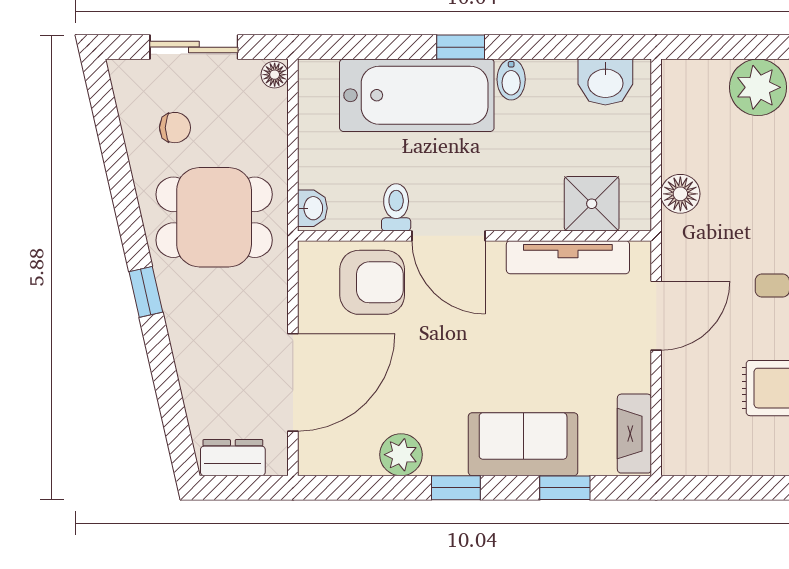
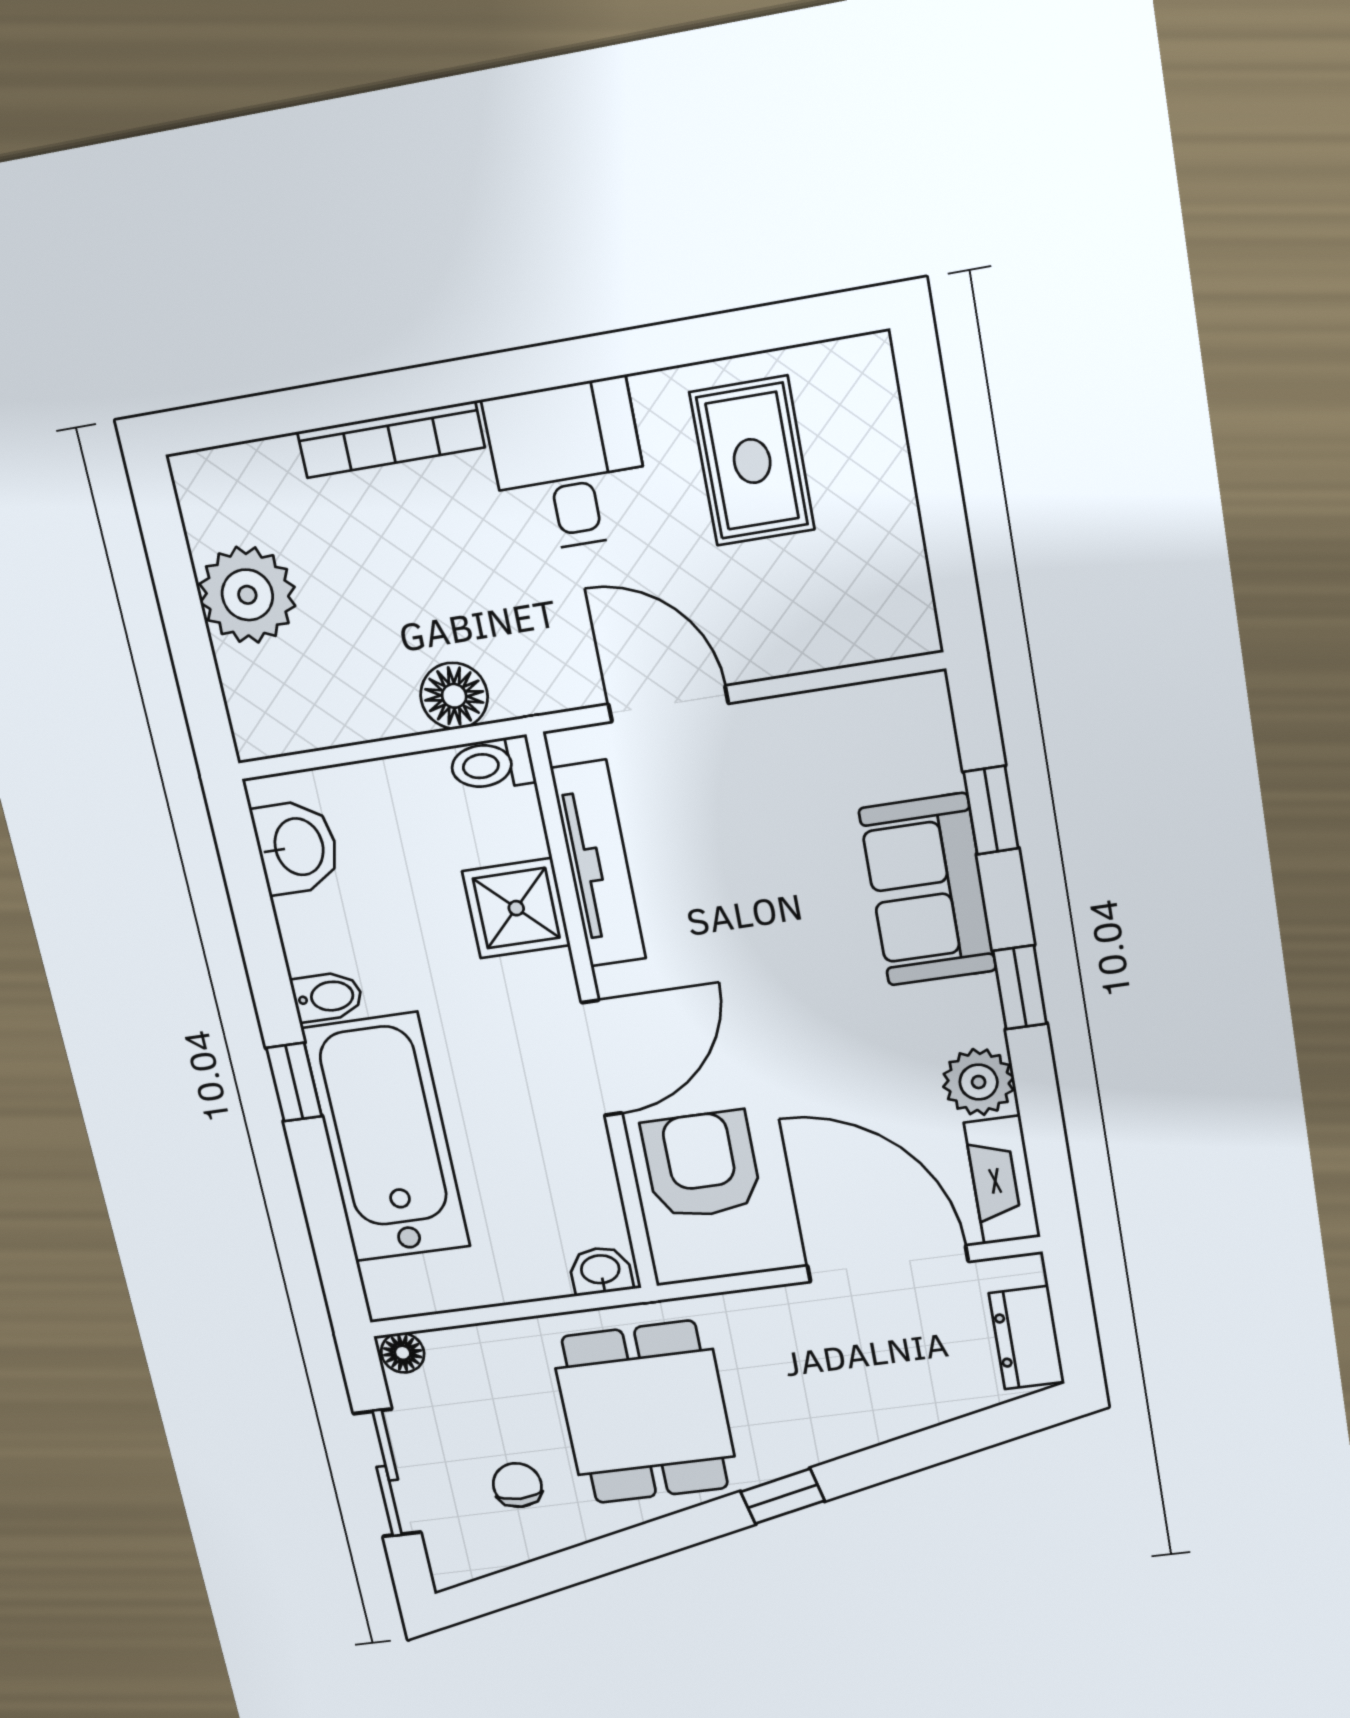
shower: (592, 204) -> (516, 908), moved
toilet: (396, 207) -> (492, 764), moved
fireplace: (634, 434) -> (1002, 1180), moved, turned 90

